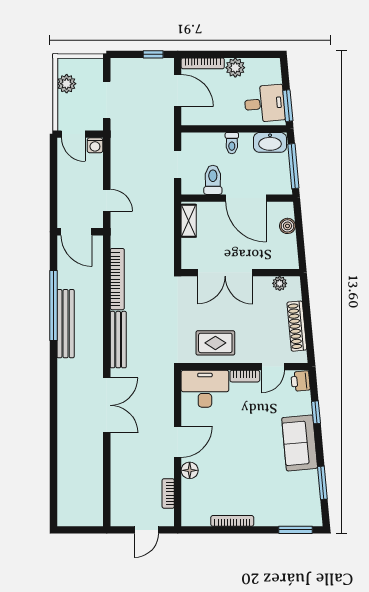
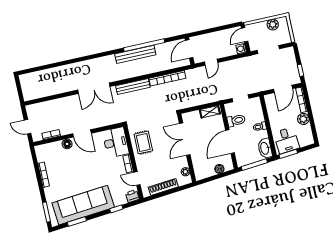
sofa: (300, 443) -> (83, 205), width x1.85, depth x1.27

